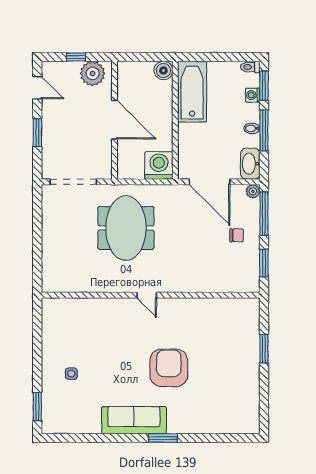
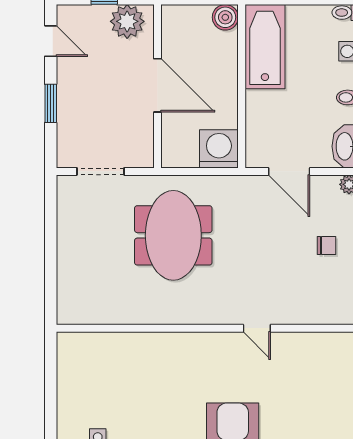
doorway: (73, 182) -> (101, 171), width x0.73
door: (210, 182) -> (289, 171), width x0.73
door: (147, 295) -> (257, 328), moved

